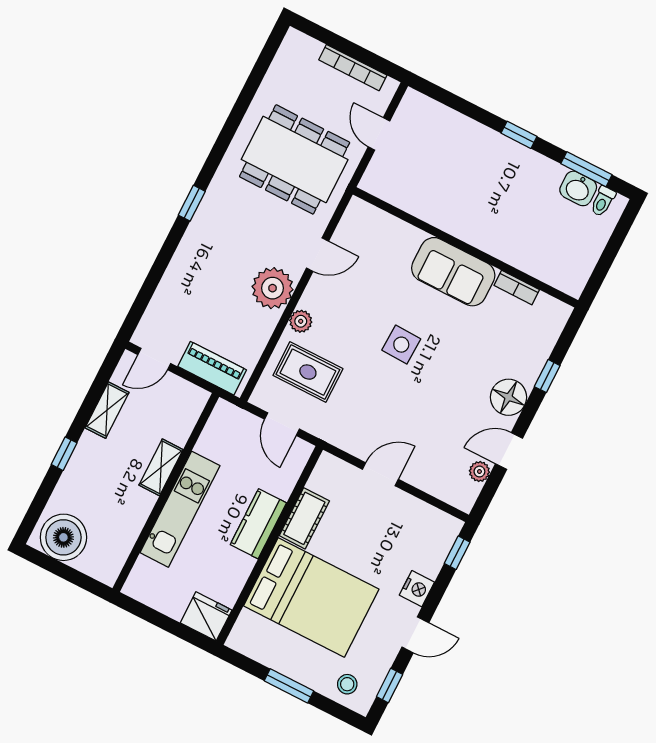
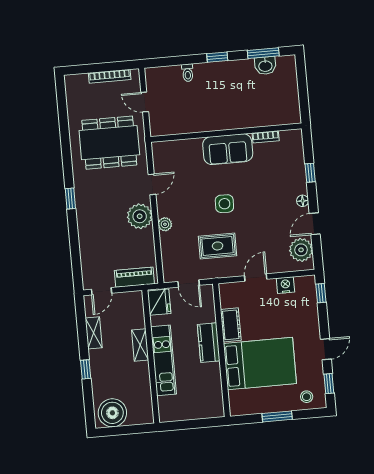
toilet: (603, 201) -> (188, 73), moved
rug: (308, 372) -> (218, 246), moved
floor lamp: (509, 397) -> (303, 201), width x0.53, depth x0.53
plant: (479, 472) -> (301, 250), width x1.88, depth x1.88
nightstand: (417, 589) -> (285, 285), moved, turned -90
fridge: (206, 616) -> (159, 302), moved, turned 90

